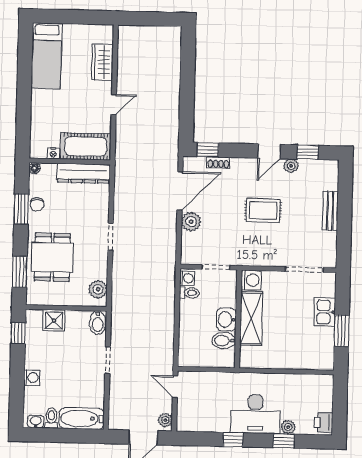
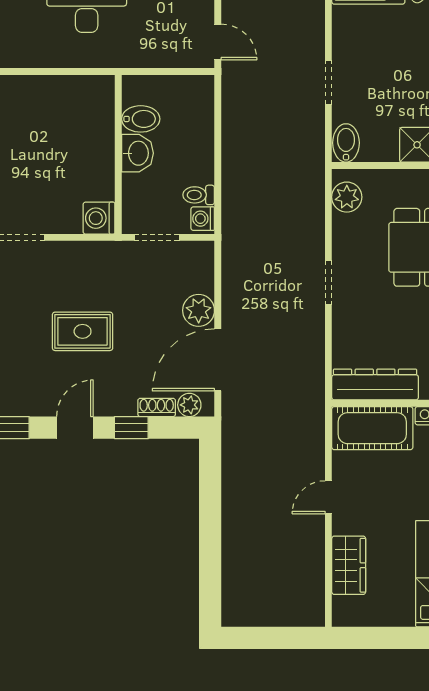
window: (208, 150) -> (131, 428), moved
plant: (291, 166) -> (189, 405), moved
shelving: (251, 318) -> (97, 156), removed

